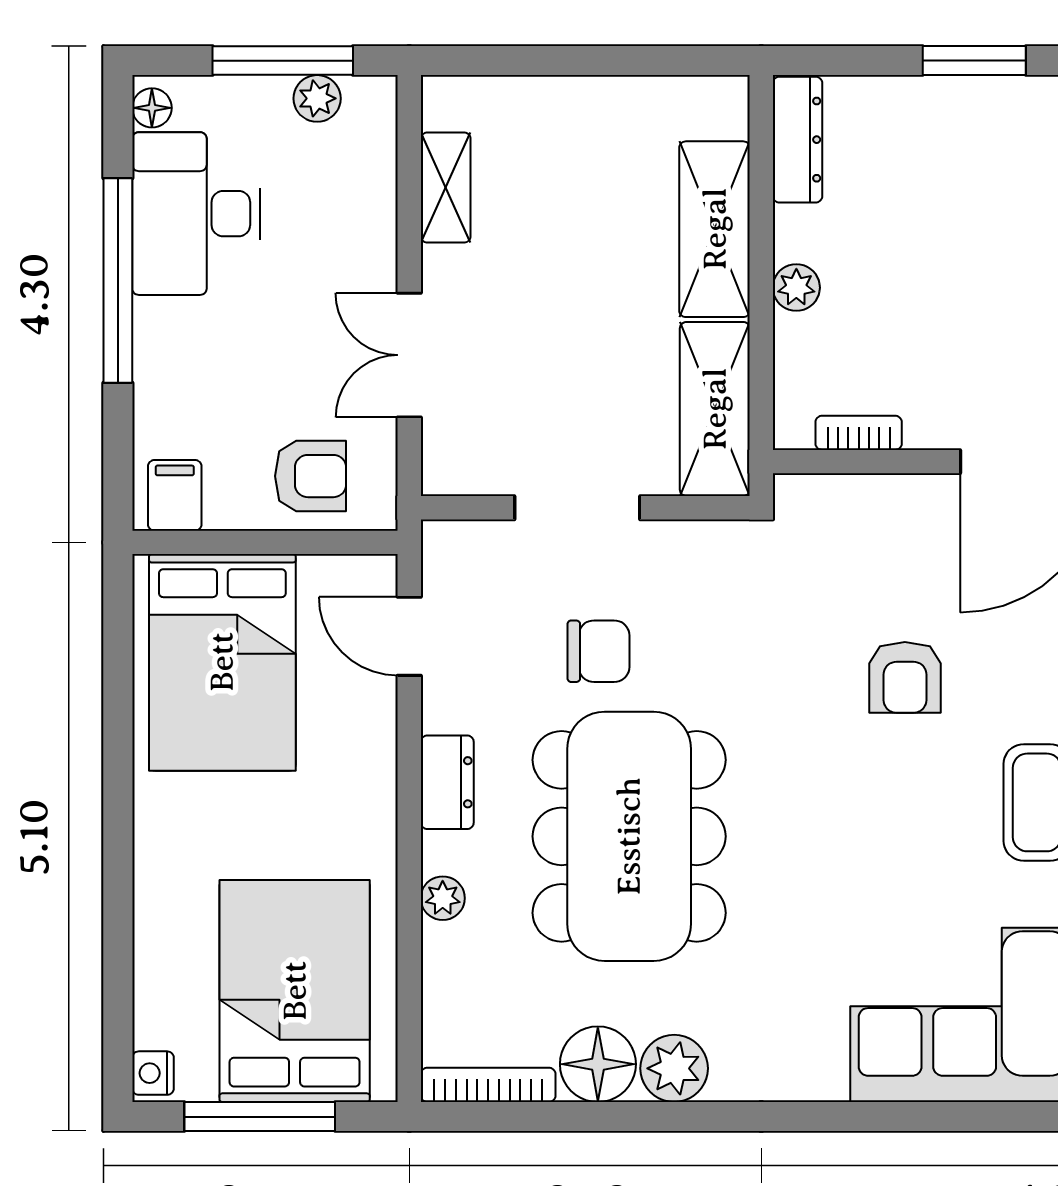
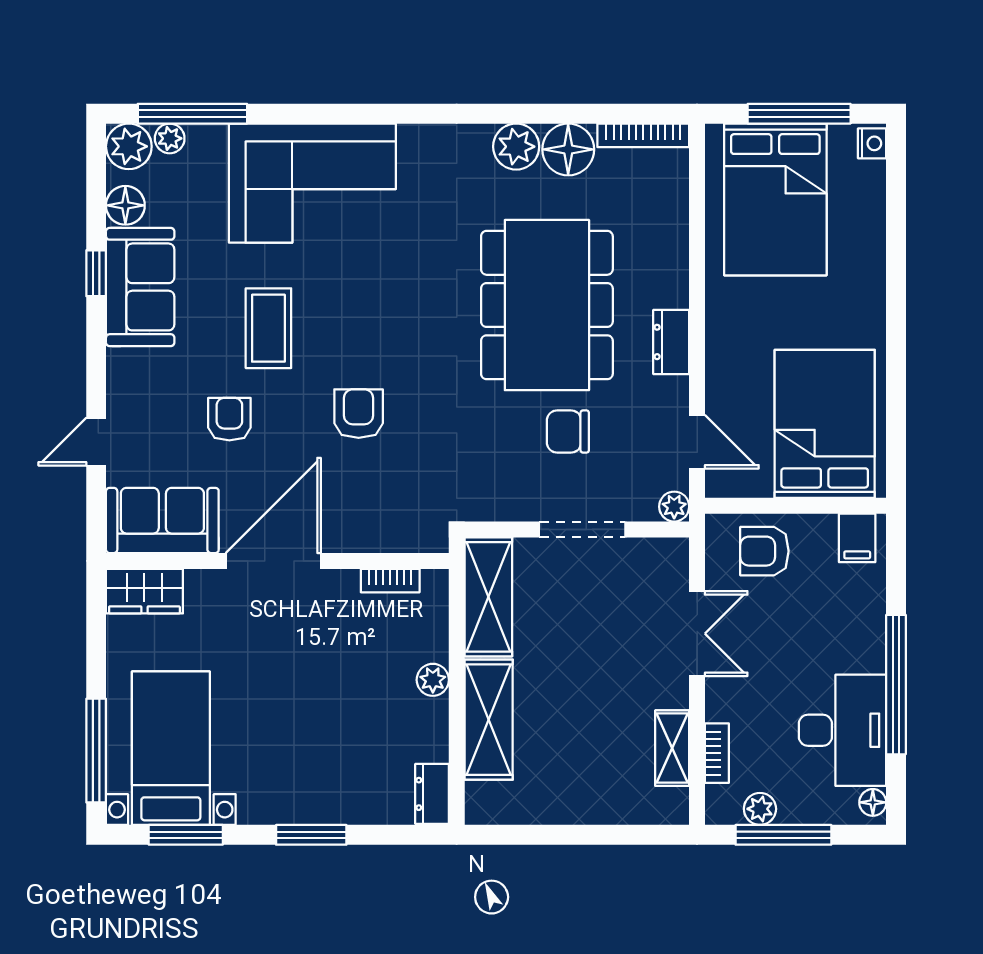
dresser: (797, 140) -> (432, 794), width x0.70
bookcase: (380, 180) -> (717, 753), added
plant: (443, 898) -> (674, 507), moved

